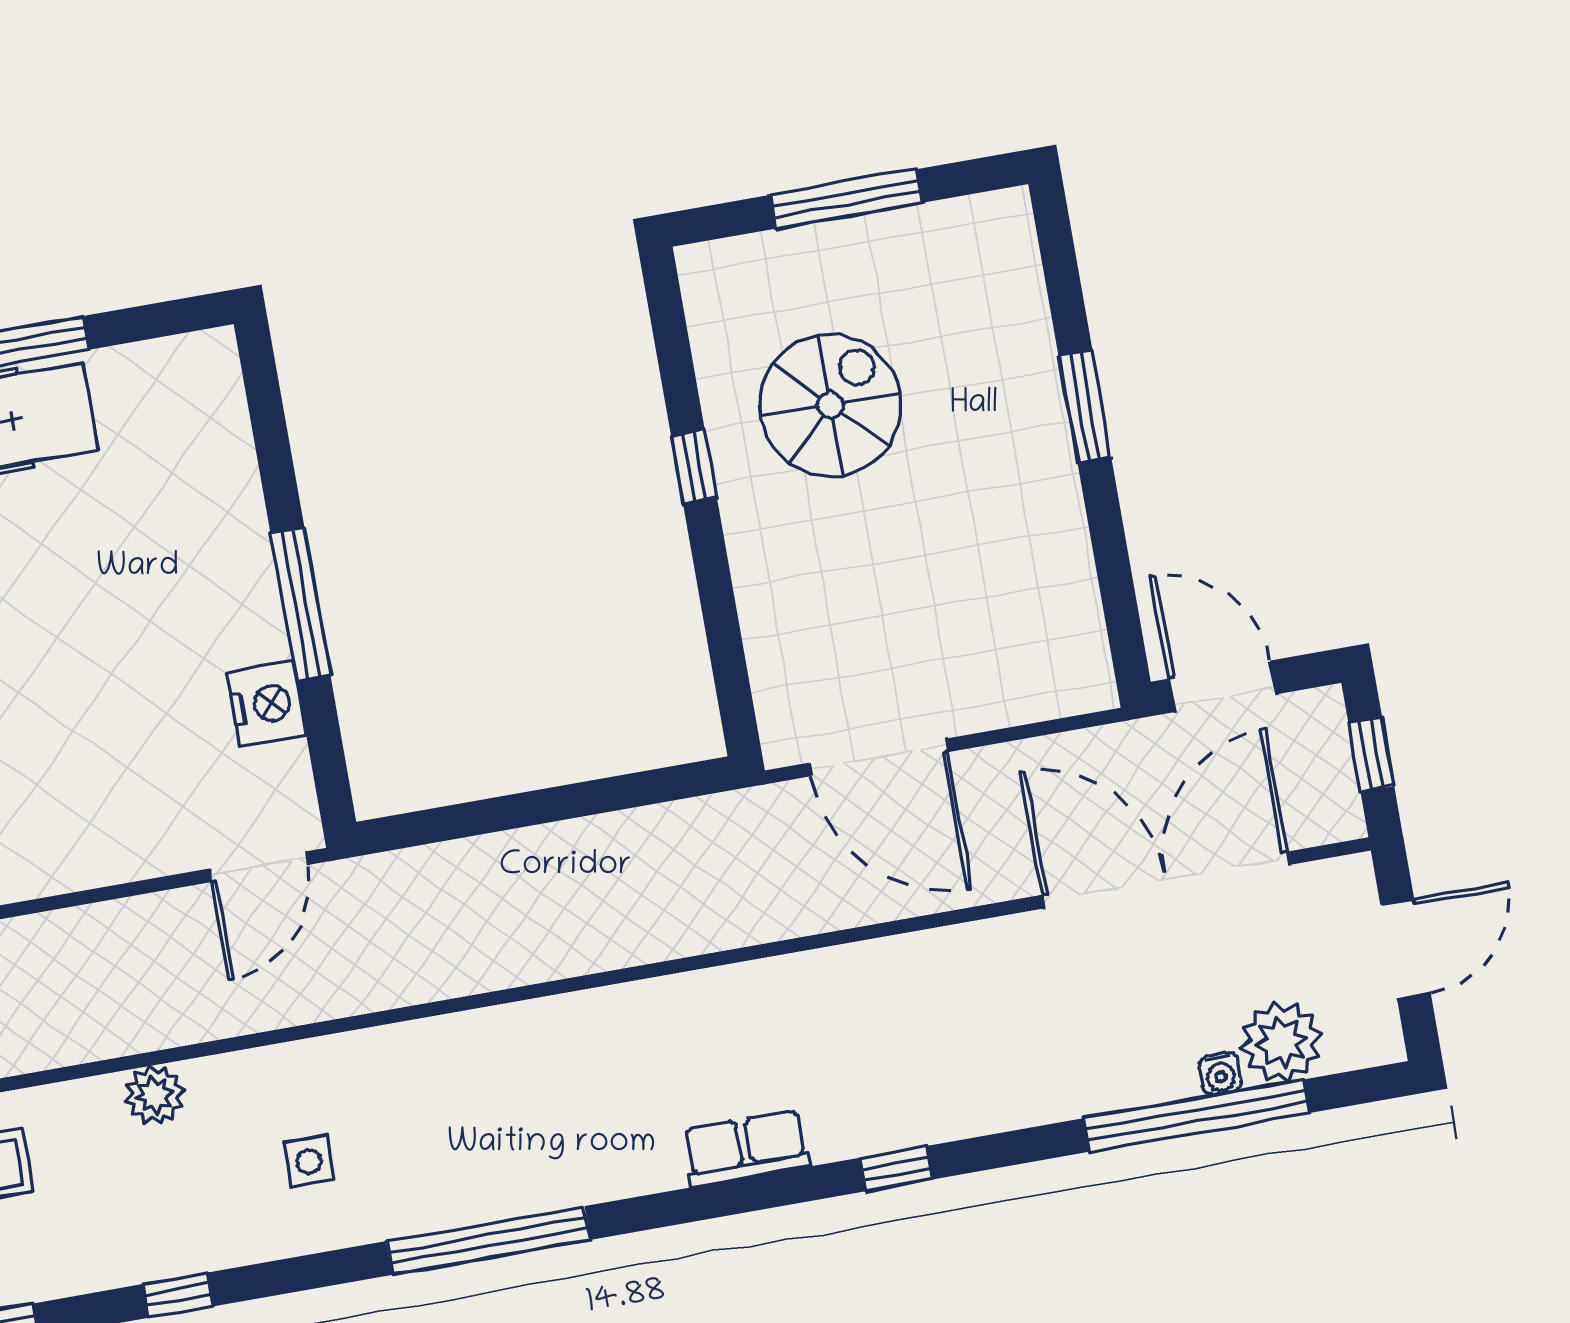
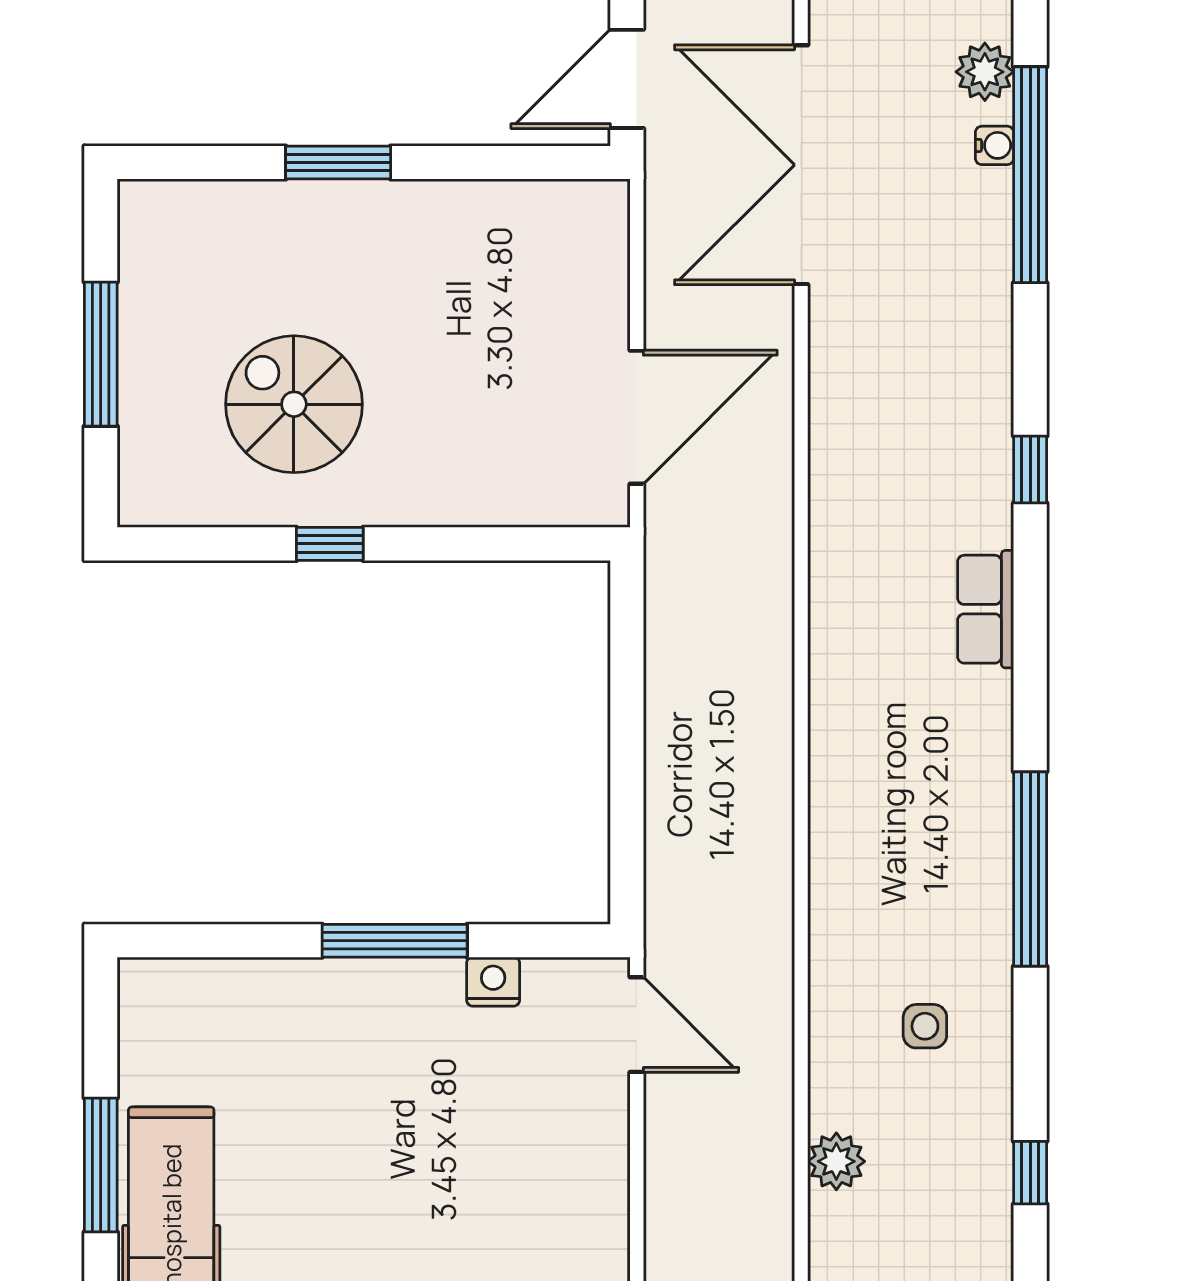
nightstand: (267, 704) -> (493, 982), width x0.74, depth x0.75
plant: (1281, 1042) -> (985, 72), width x0.73, depth x0.73

